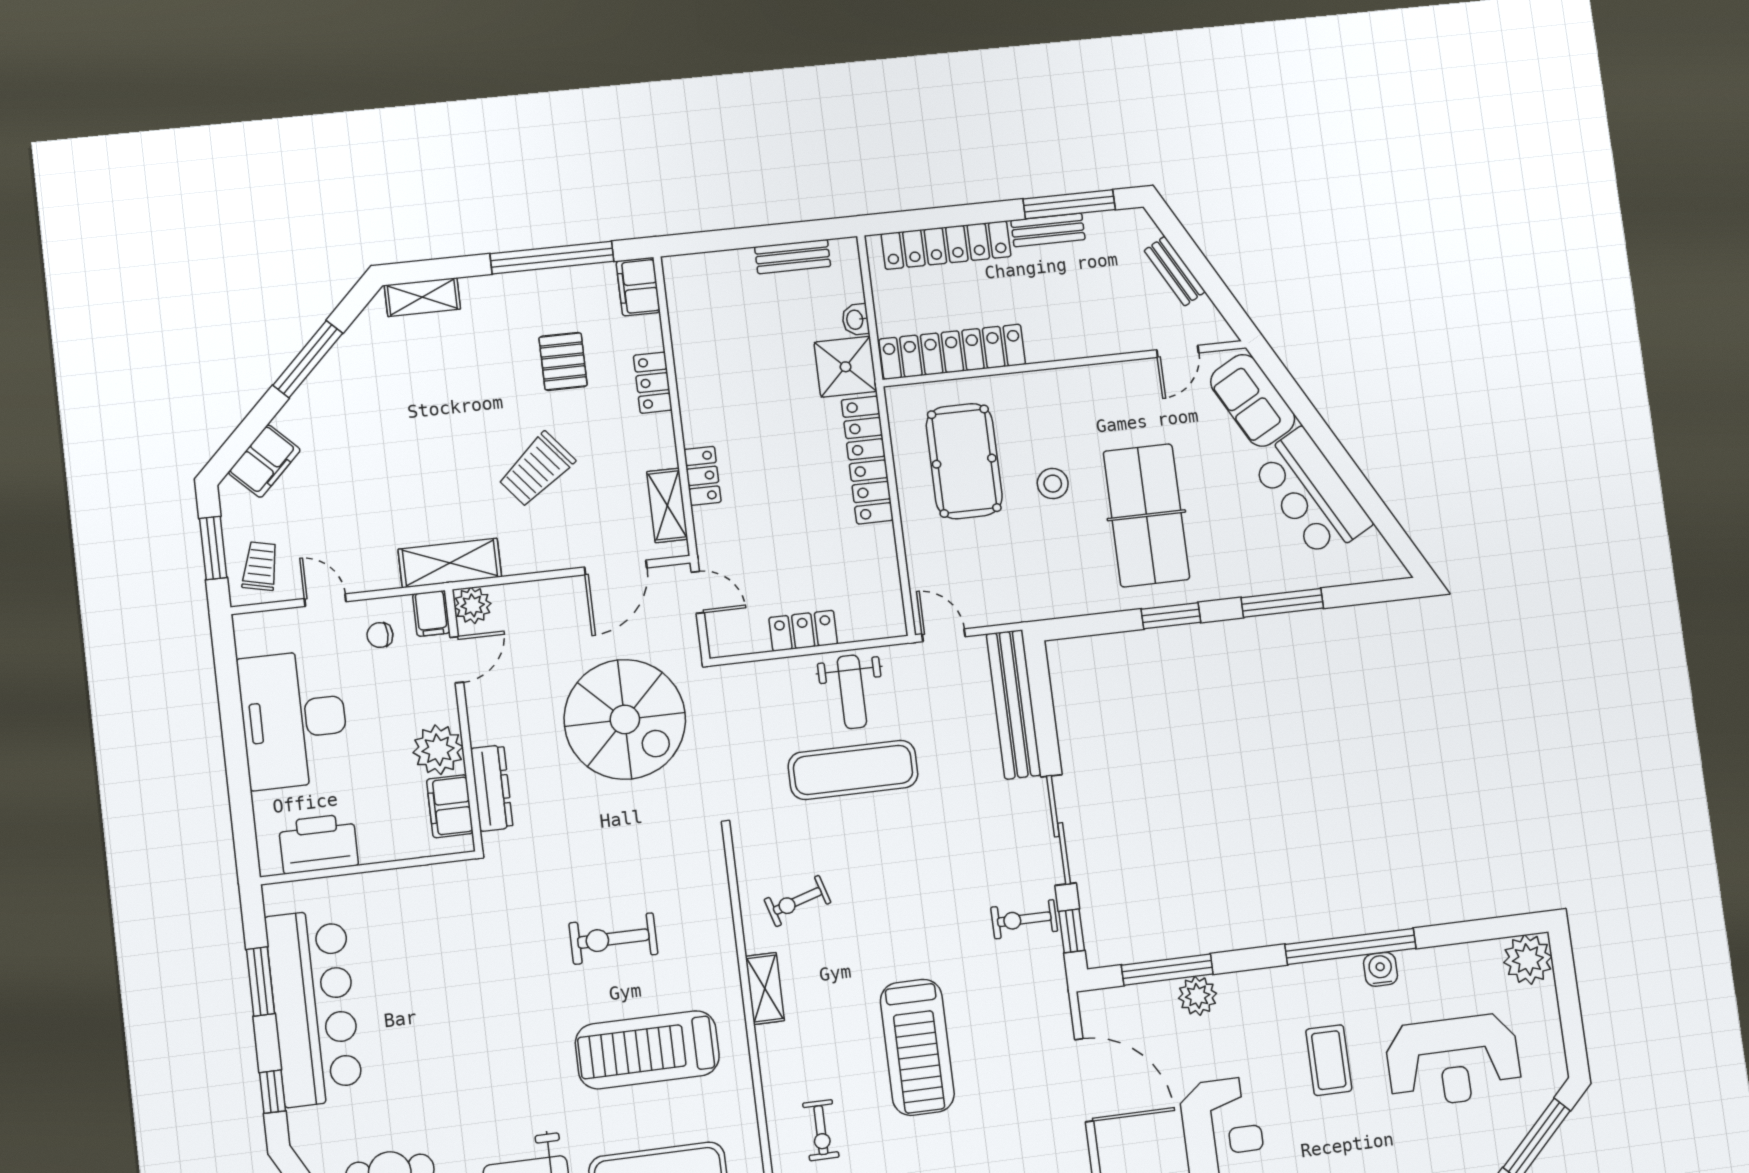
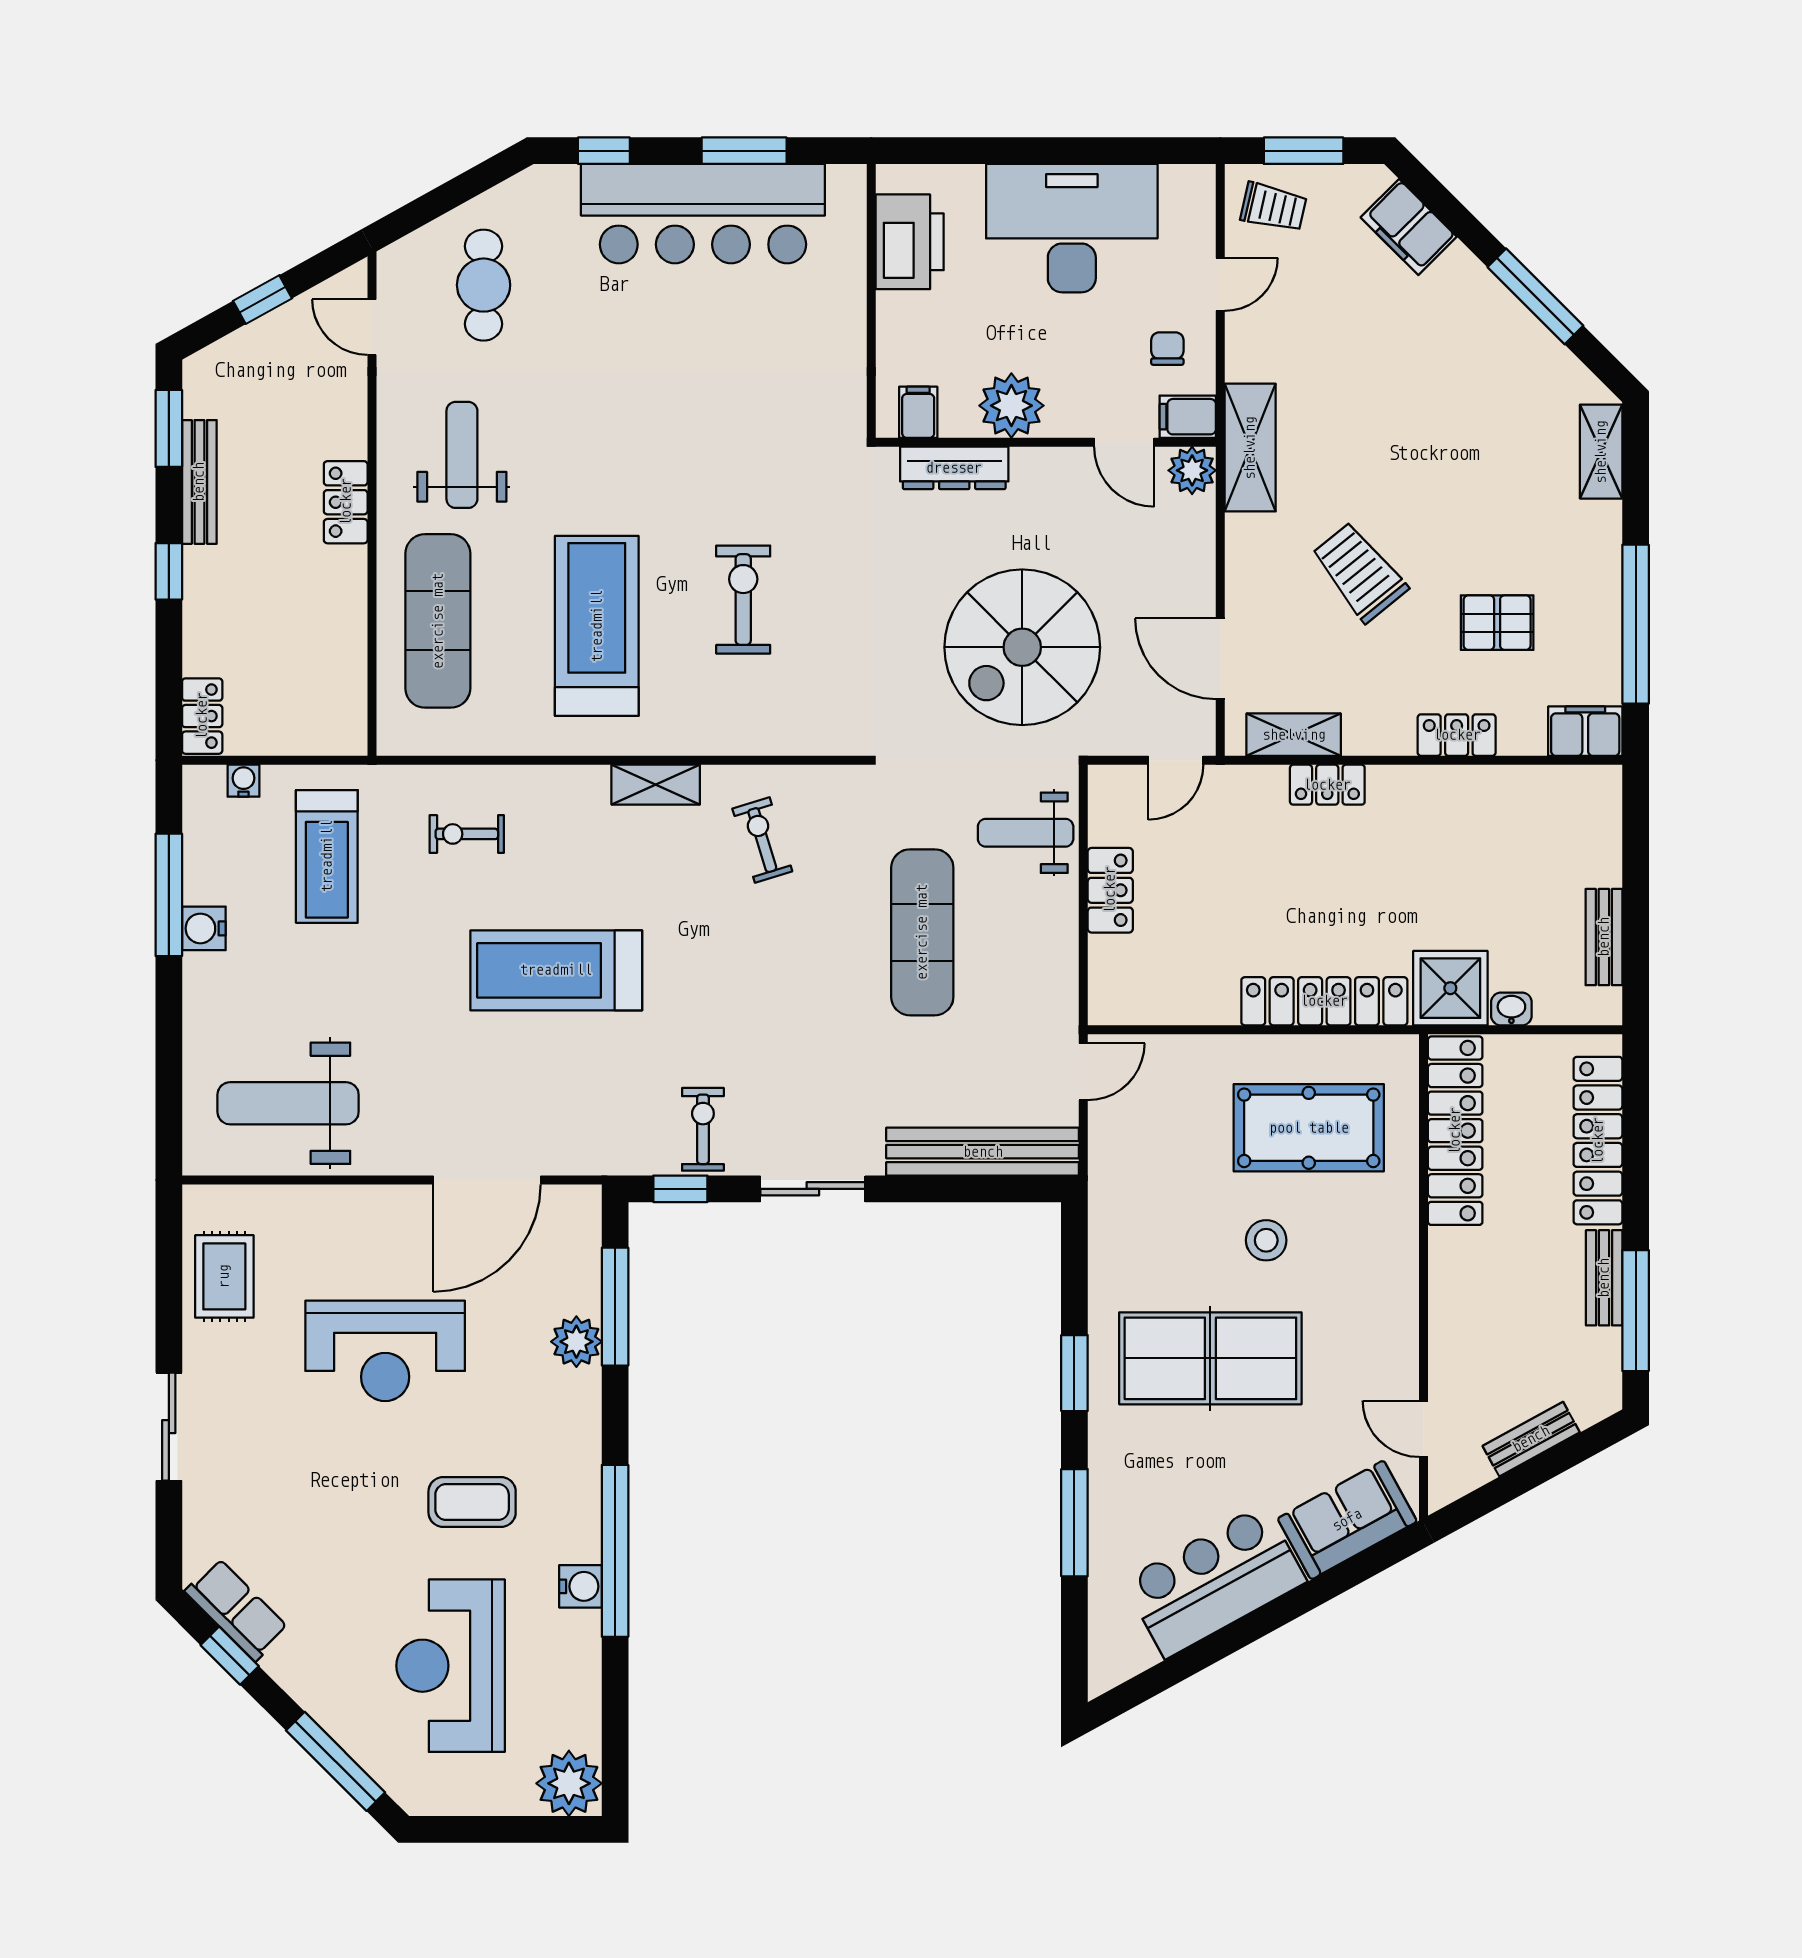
weight bench: (852, 692) -> (1026, 833), moved
filing cabinet: (450, 806) -> (918, 412), width x0.50
sliding door: (1059, 830) -> (813, 1189), width x0.73

